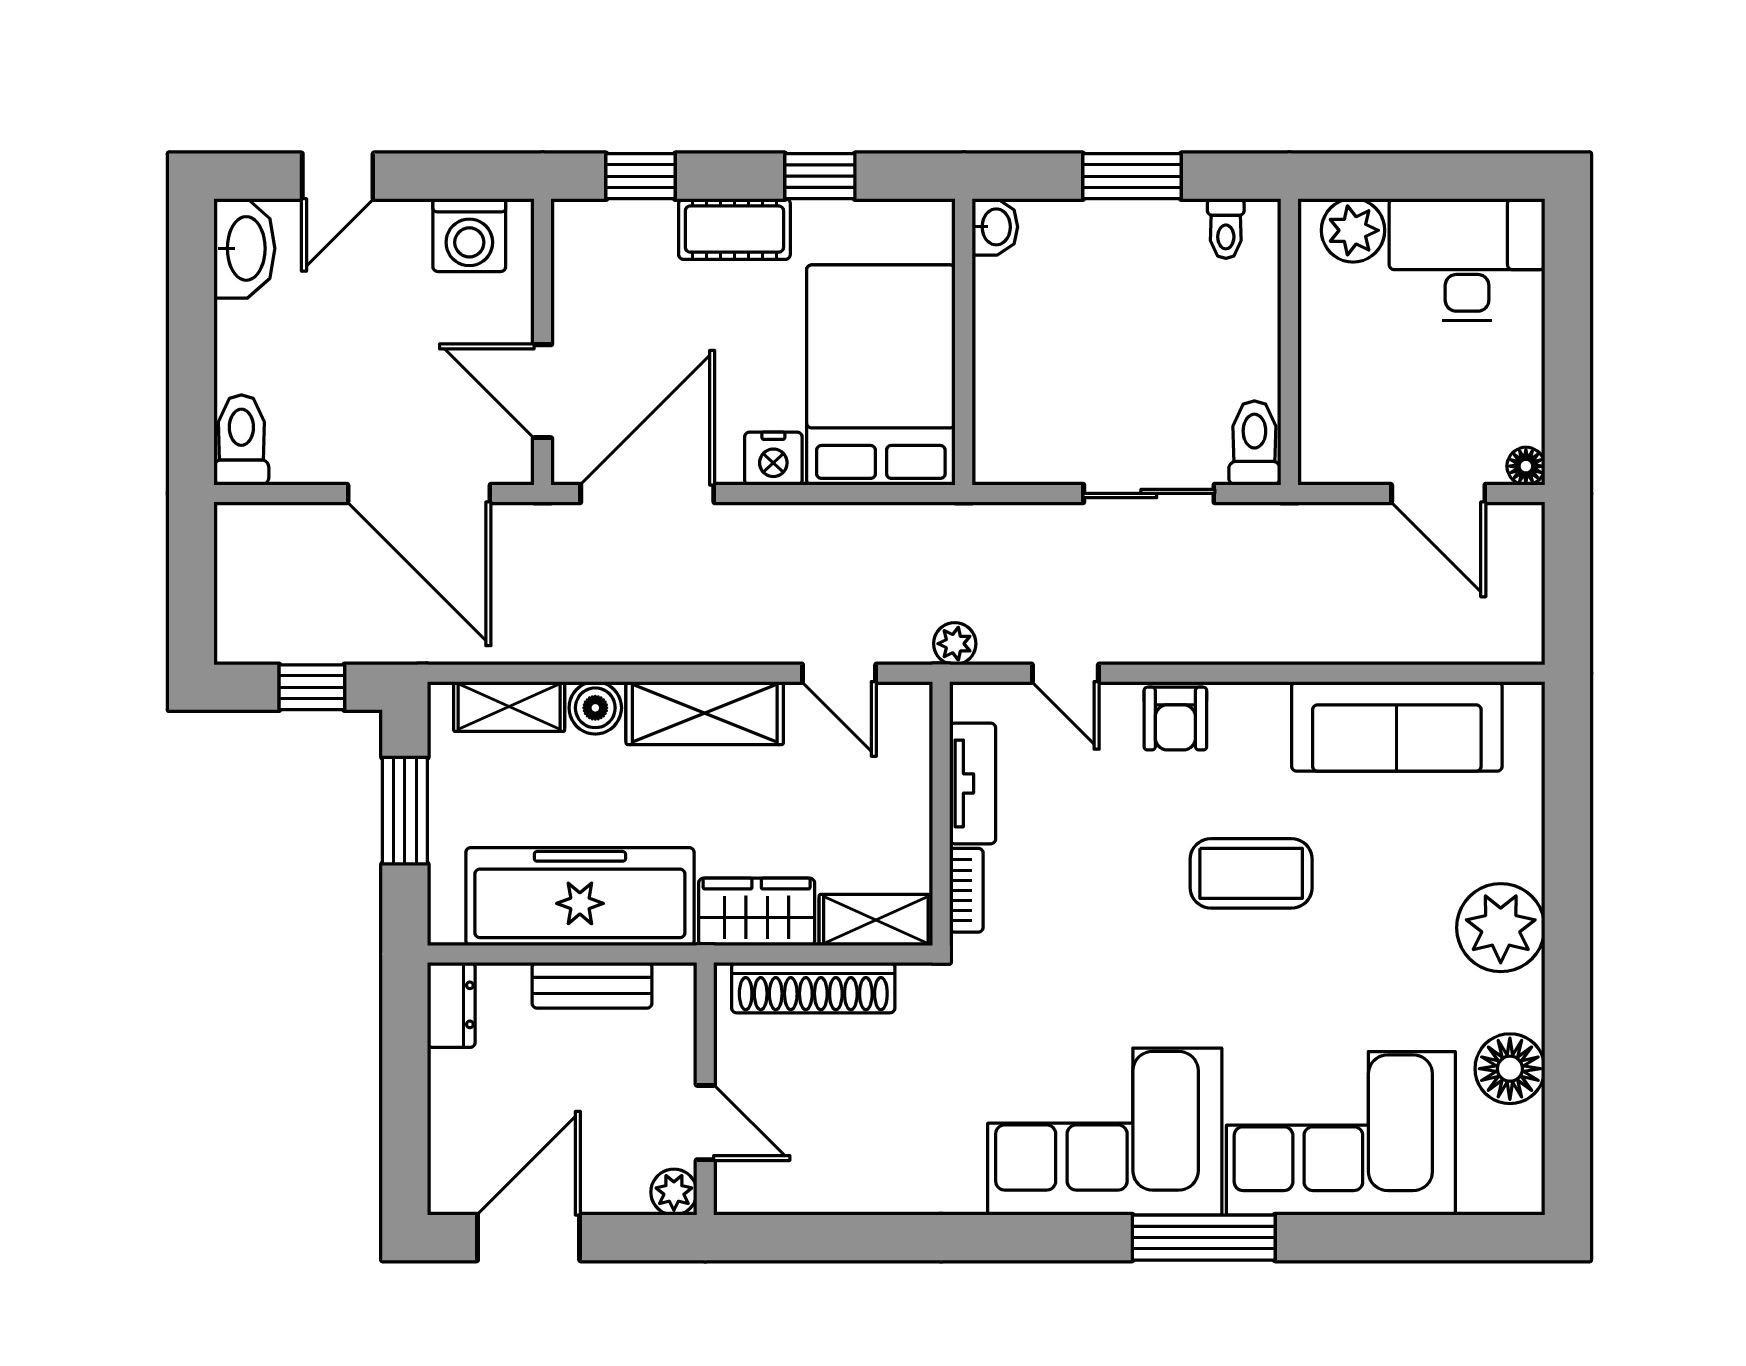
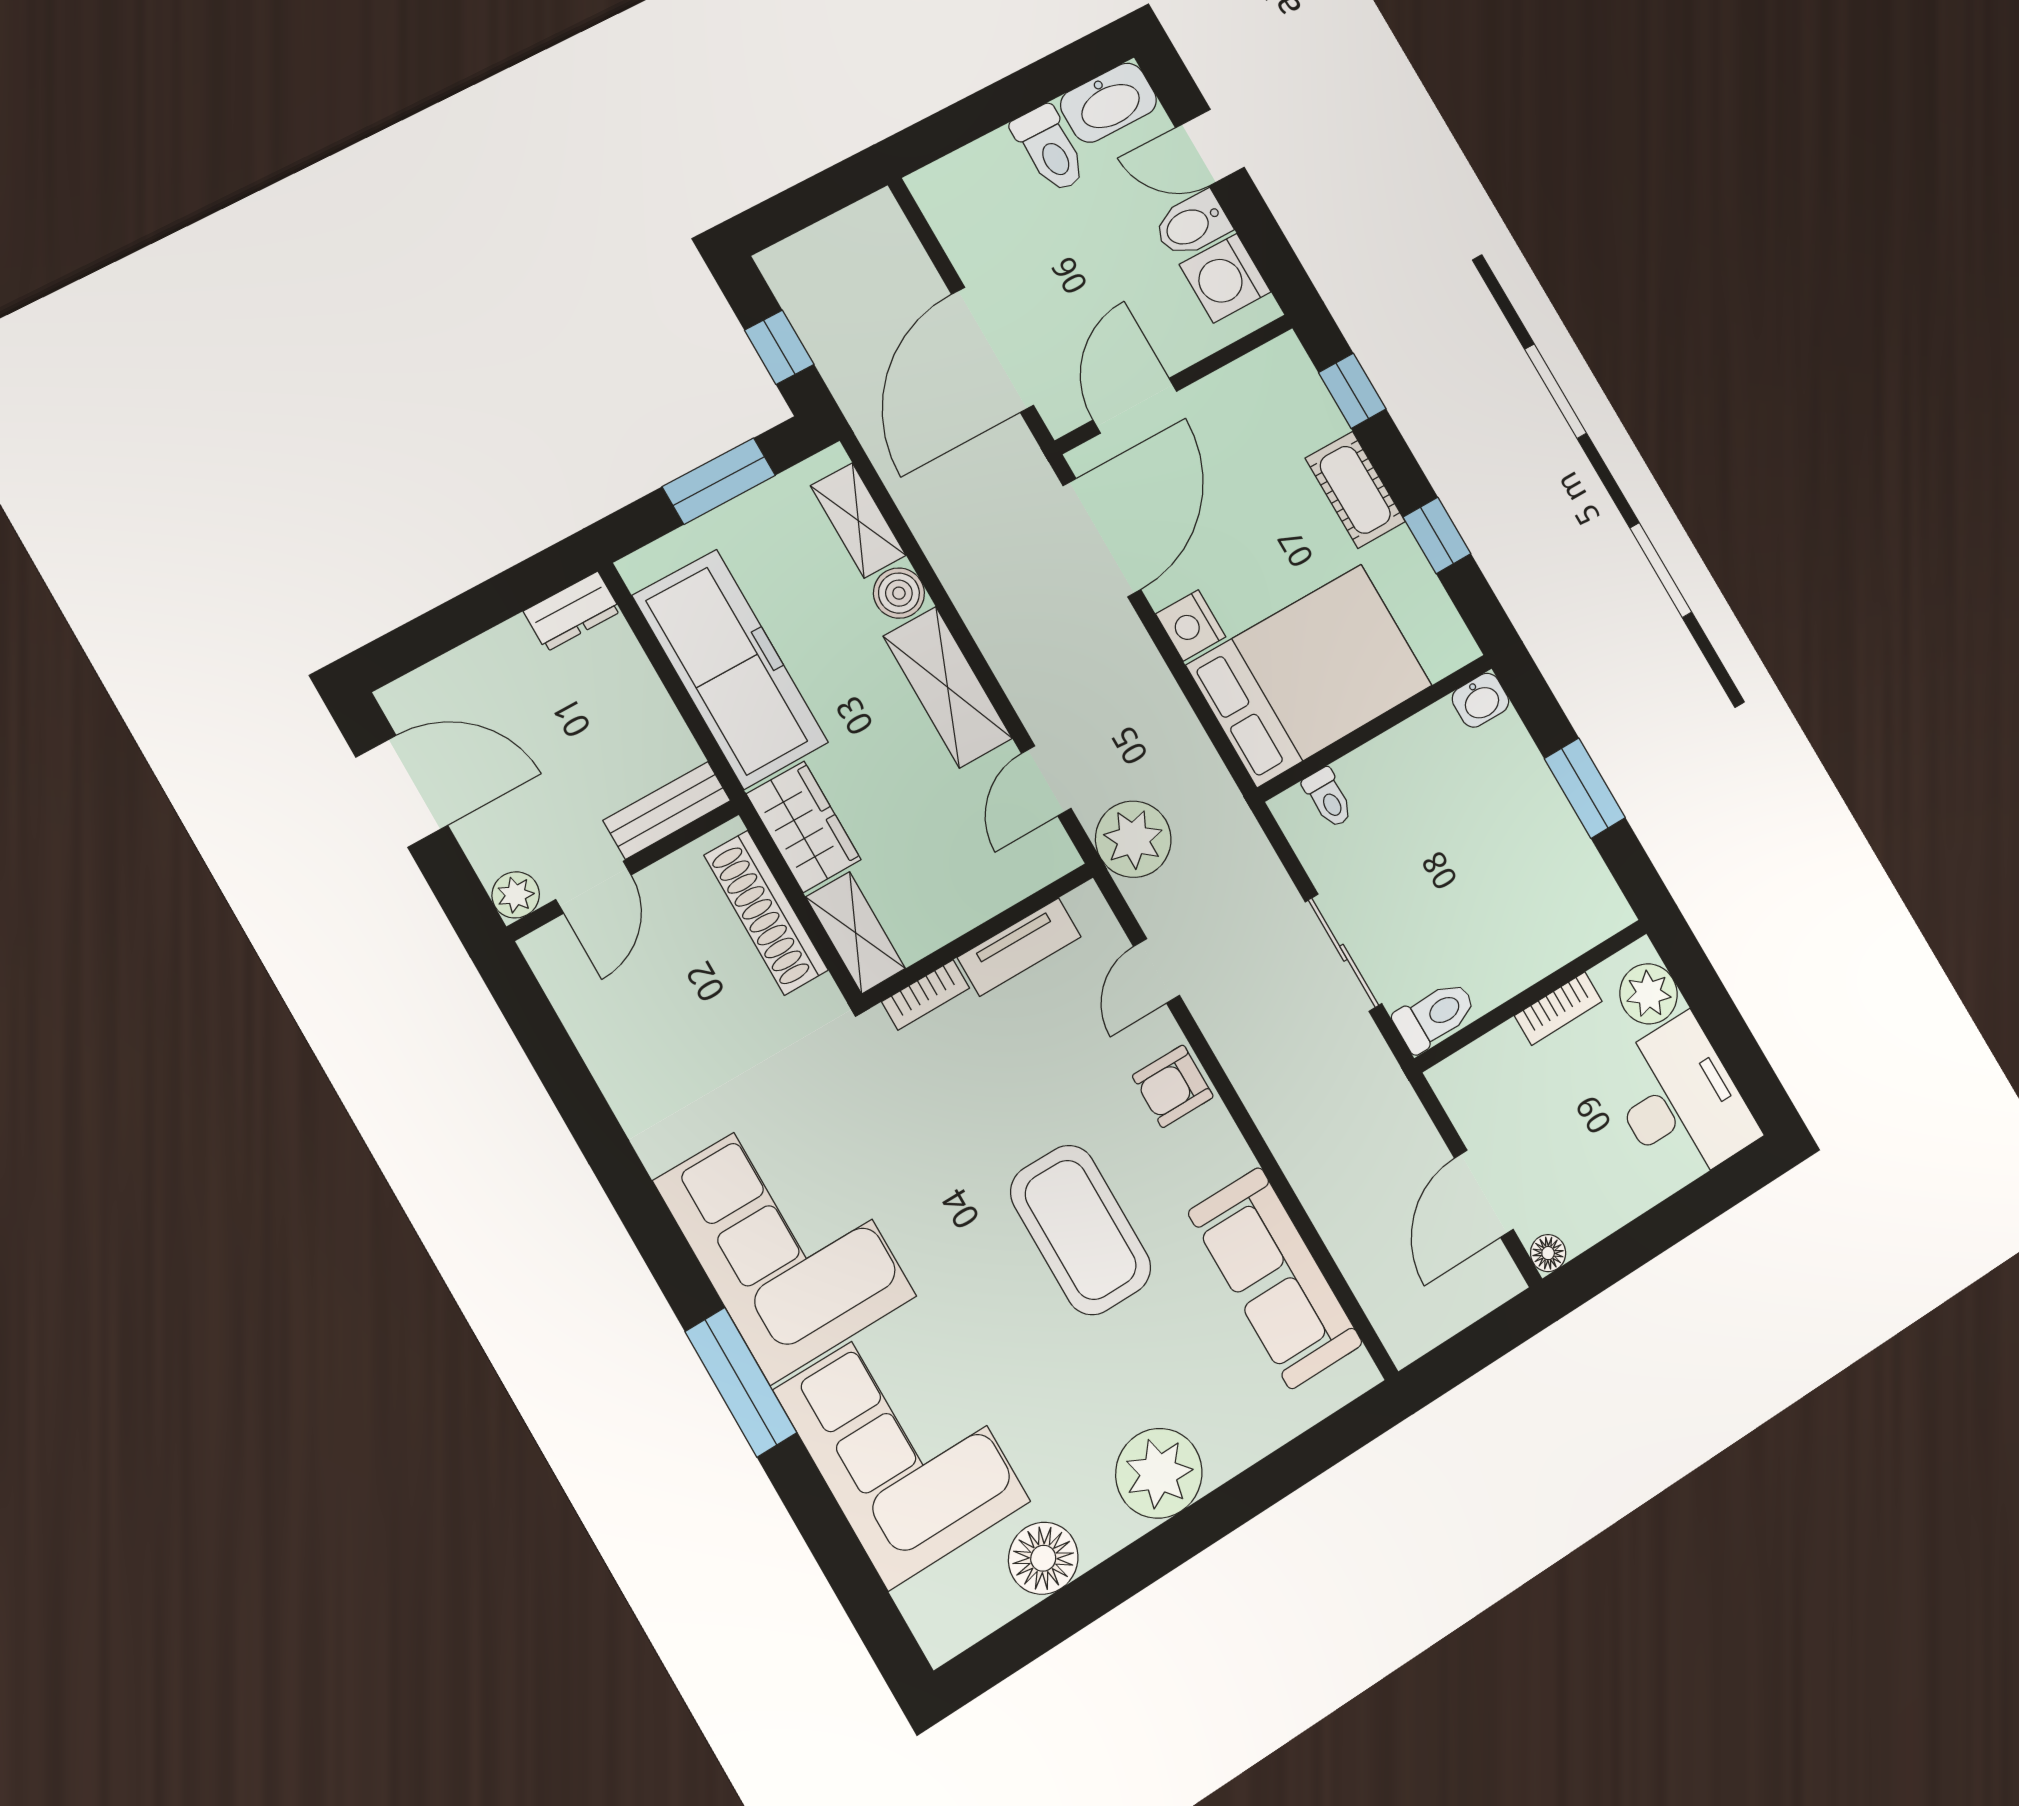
toilet: (1226, 229) -> (1328, 798), moved, turned -90
bidet: (402, 237) -> (1192, 225), added
bookcase: (1316, 324) -> (1558, 1009), added
toilet: (241, 440) -> (1050, 149), moved, turned 90
door: (647, 493) -> (1102, 538), hinge flipped
plant: (955, 644) -> (1133, 839), width x1.88, depth x1.88
coffee table: (1251, 873) -> (1081, 1230), width x1.36, depth x1.32
bench: (592, 985) -> (667, 810), moved, turned 90

